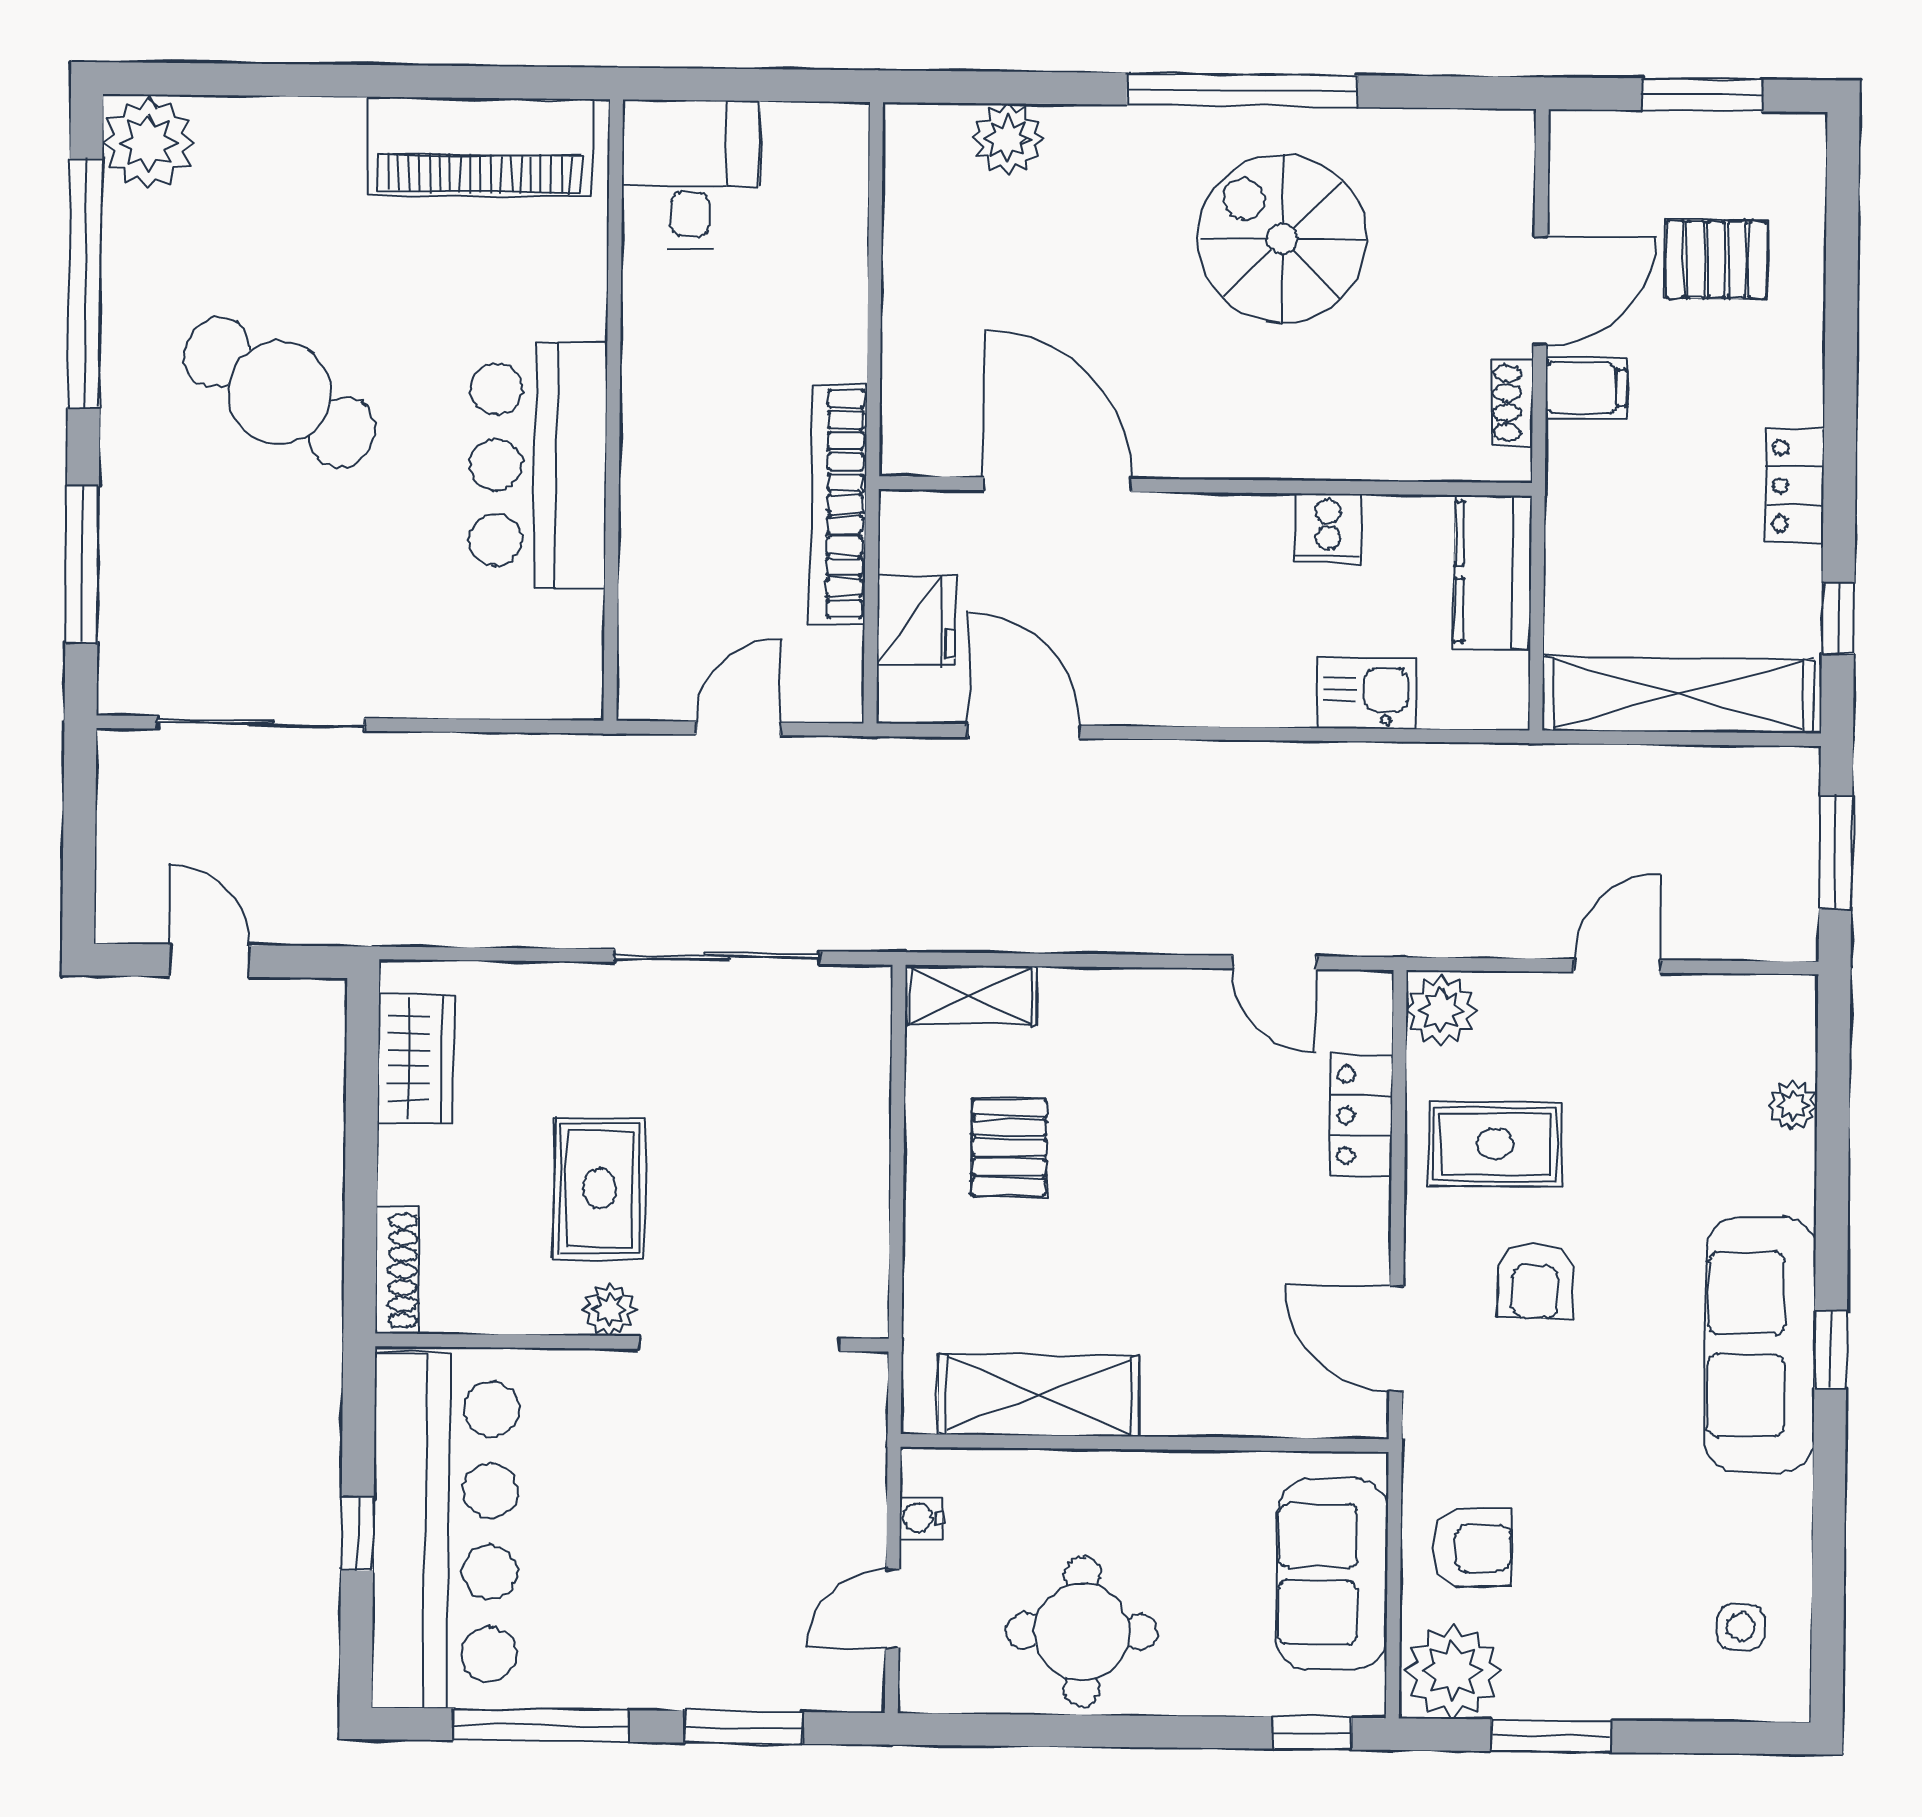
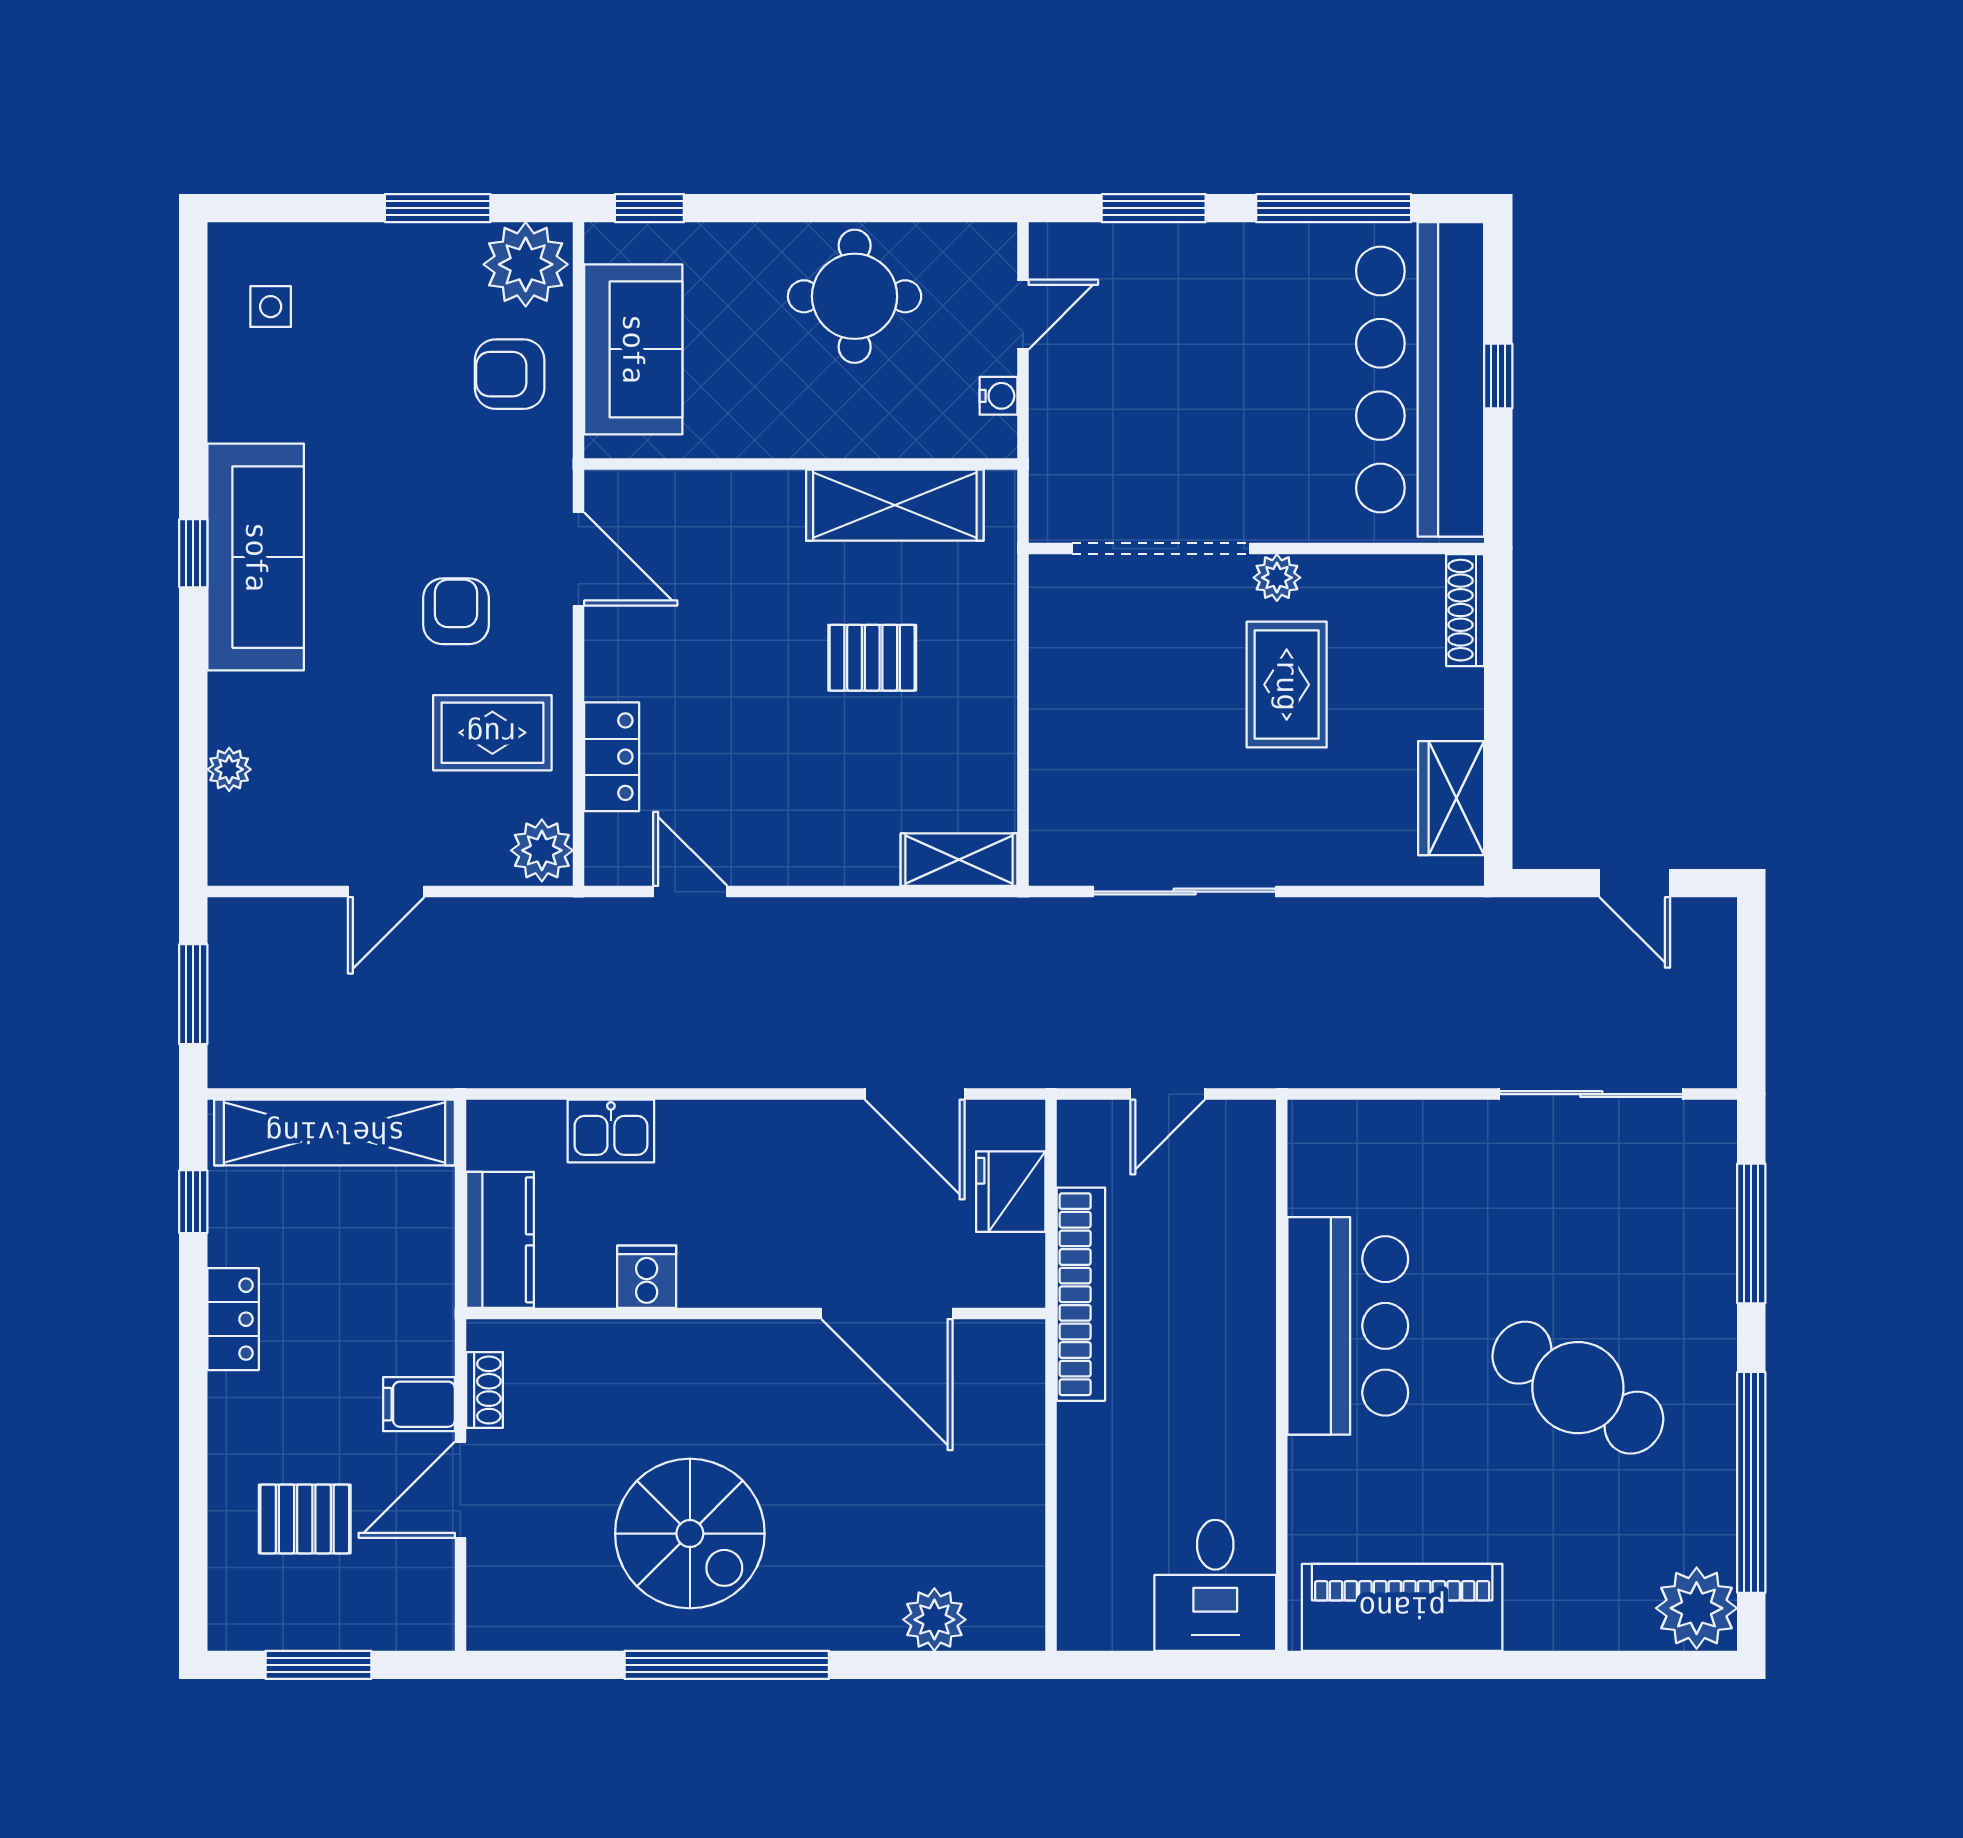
pallet: (1009, 1148) -> (872, 658), moved, turned 90

